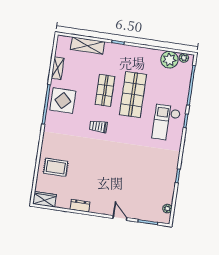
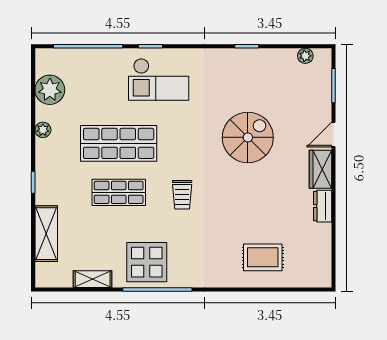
plant: (184, 58) -> (43, 130), moved
rug: (56, 167) -> (263, 257), turned 90
spiral stairs: (125, 169) -> (248, 137), added
wardrobe: (44, 199) -> (320, 169), moved

